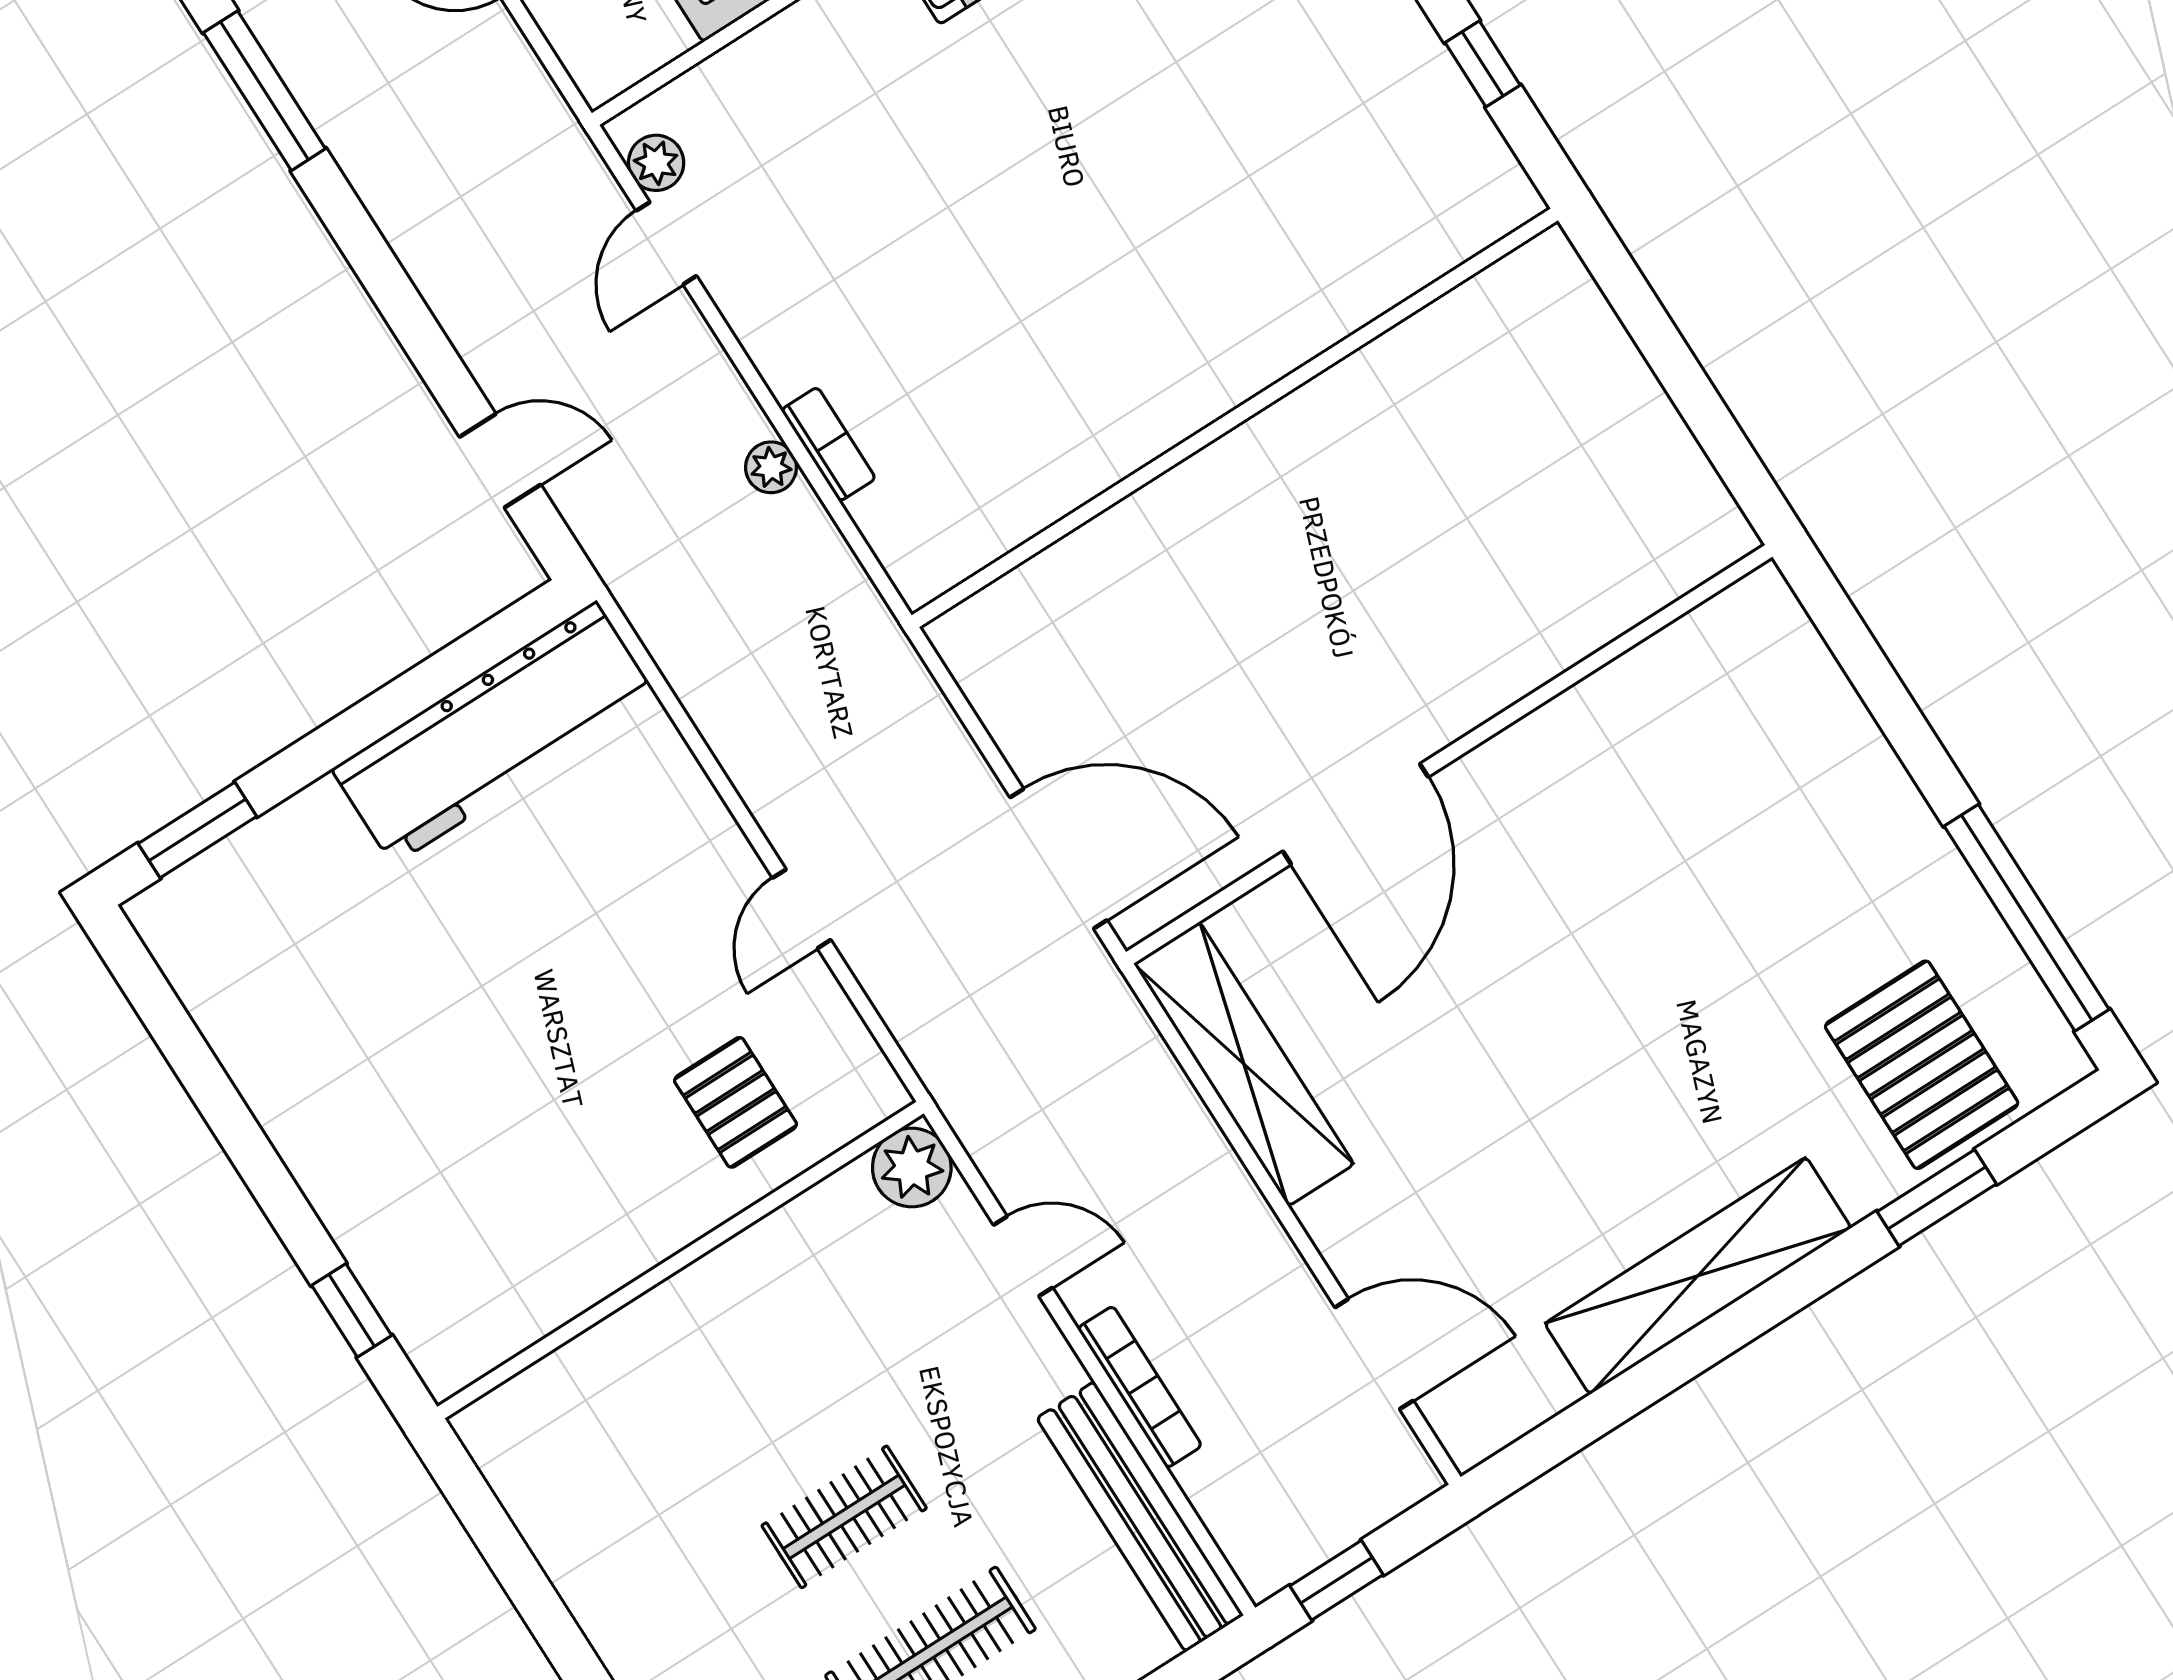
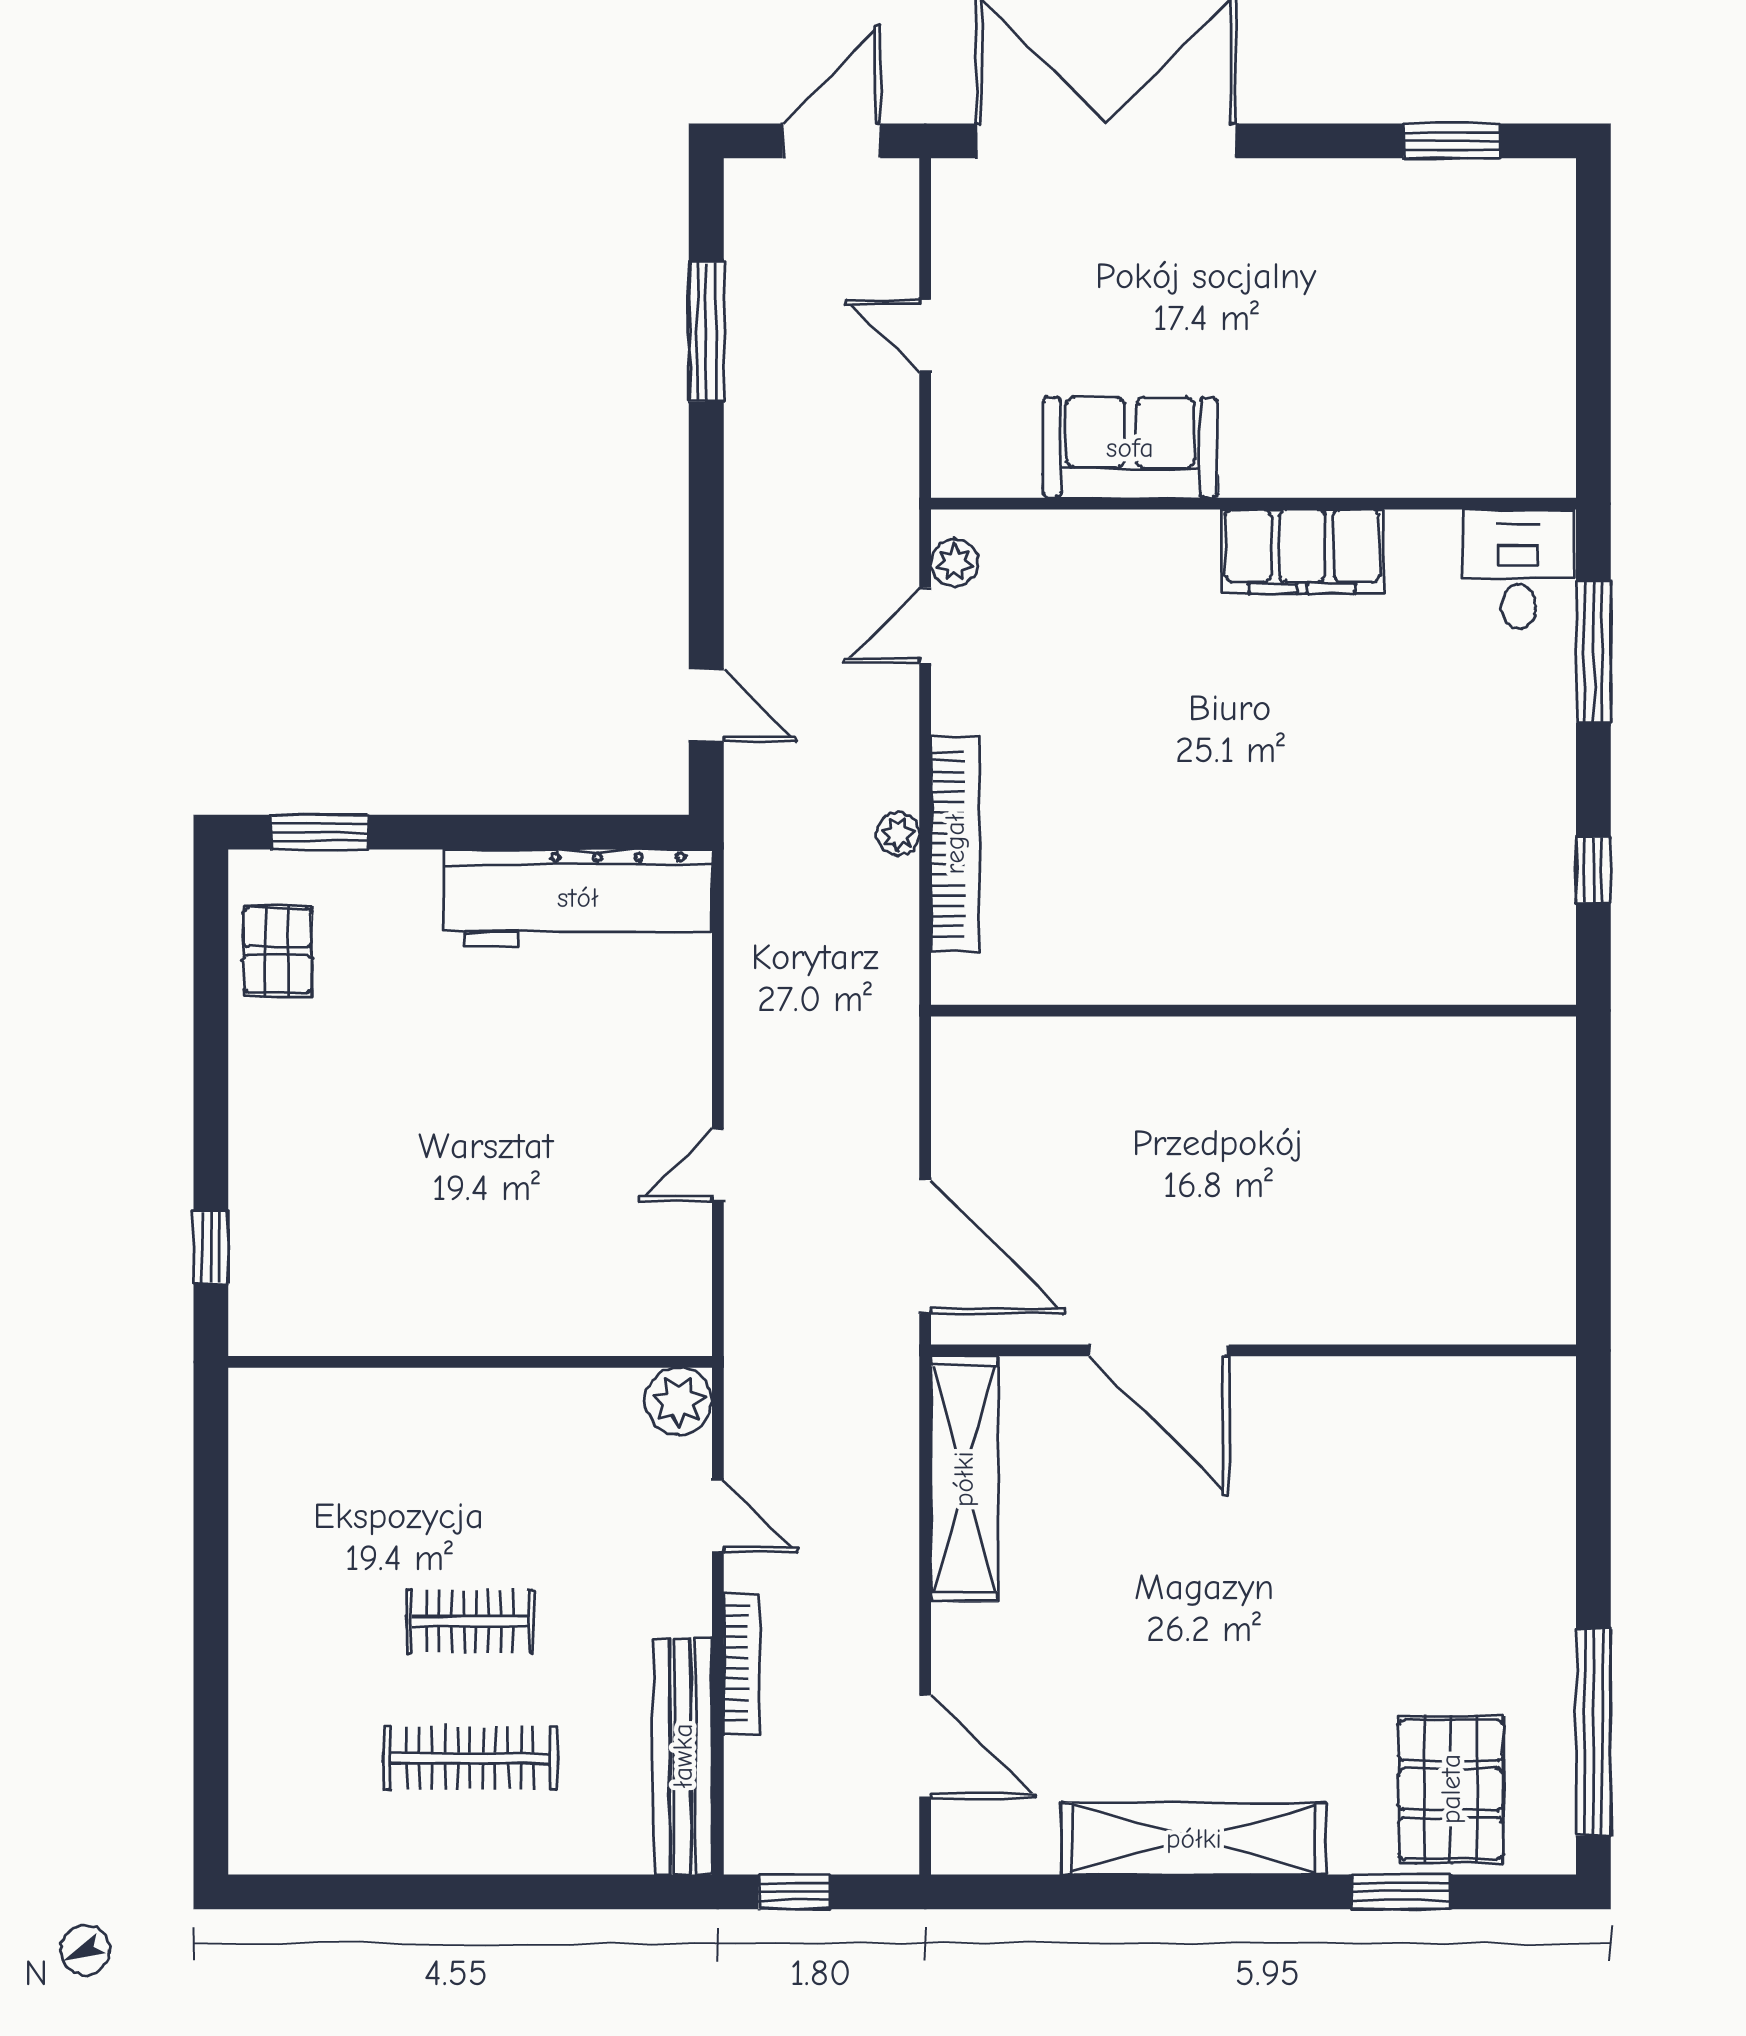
bookcase: (828, 444) -> (955, 844), width x2.31, depth x1.31
door: (1356, 814) -> (1159, 1350), hinge flipped
pallet: (736, 1102) -> (277, 951), moved

